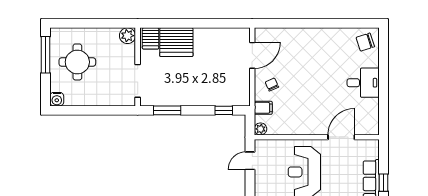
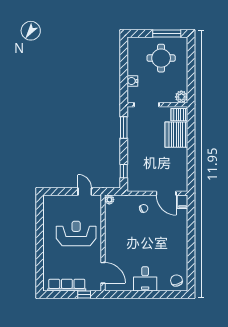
water cooler: (57, 99) -> (132, 81), moved
filing cabinet: (263, 108) -> (182, 202), moved
door: (341, 137) -> (103, 273), moved
window: (383, 183) -> (84, 295), moved

